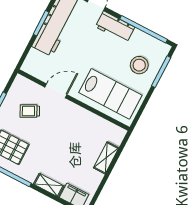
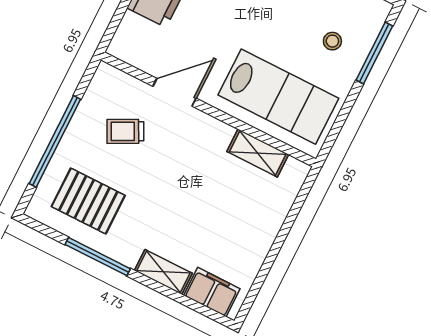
stool: (139, 65) -> (332, 41), width x0.53, depth x0.53
shelving: (106, 158) -> (258, 153), moved, turned 90

